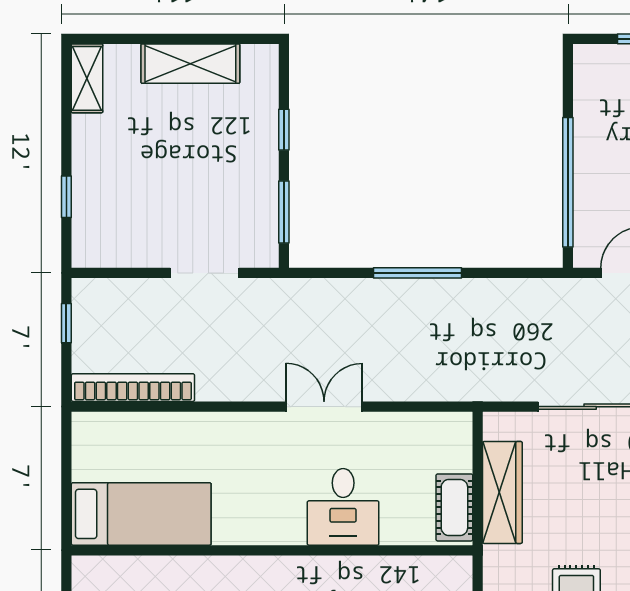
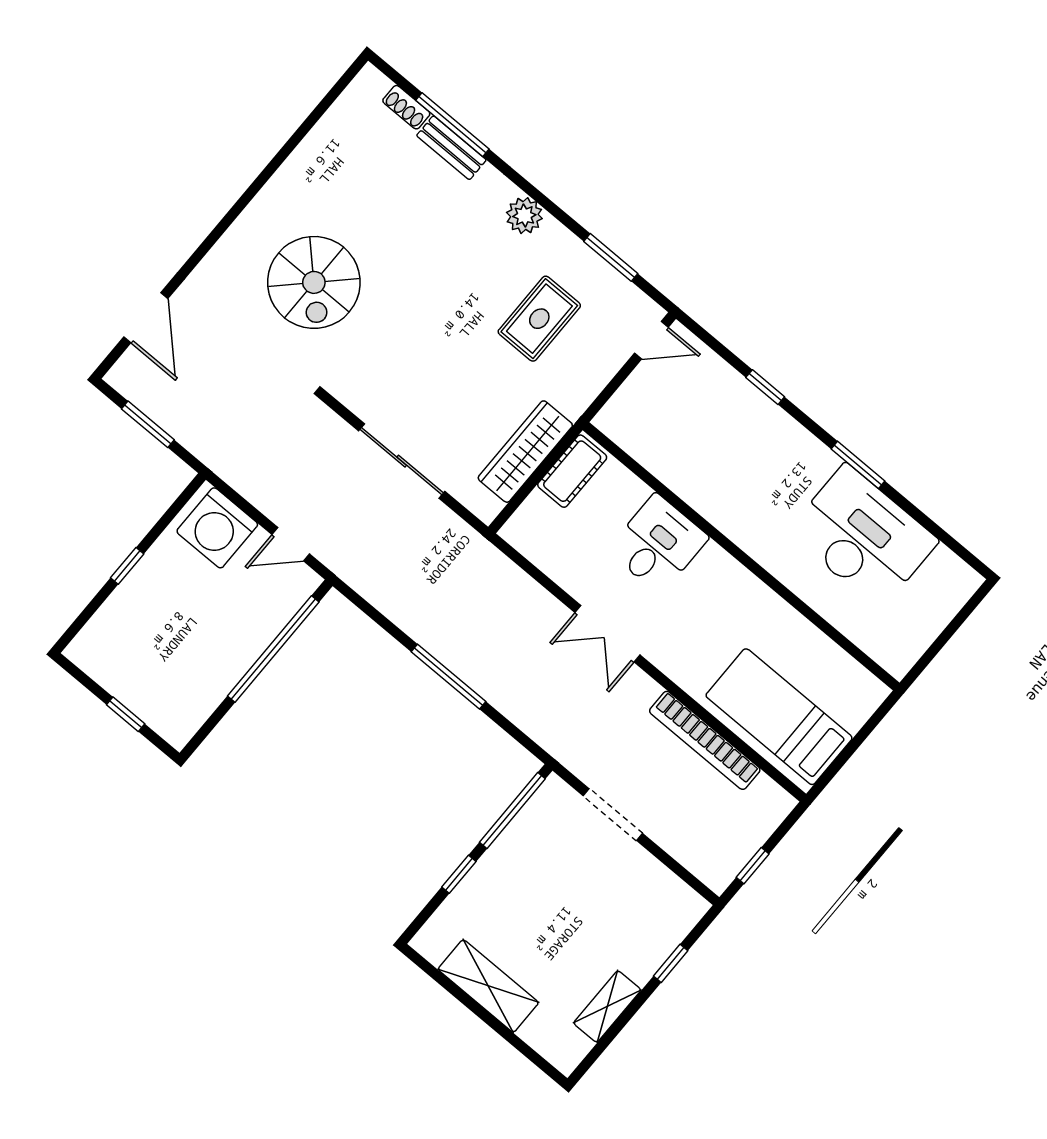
shelving: (87, 78) -> (607, 1006), moved
window: (284, 212) -> (512, 810), width x1.44
bookcase: (133, 388) -> (705, 740), moved
bed: (141, 514) -> (779, 717), moved

